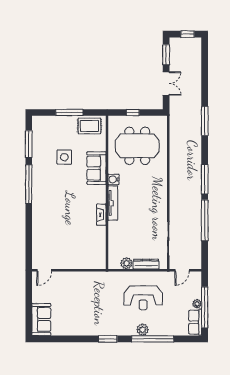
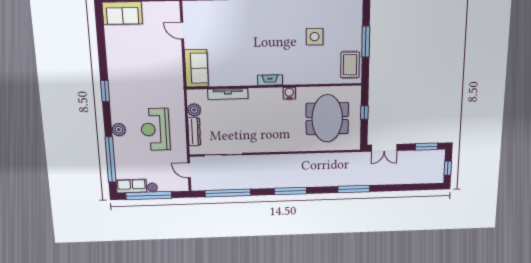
double door: (166, 84) -> (384, 148), moved
sofa: (96, 168) -> (196, 68), moved, turned 90
tv unit: (113, 203) -> (228, 94), moved
fireplace: (101, 215) -> (270, 80), moved
window: (205, 220) -> (228, 193), moved
door: (44, 270) -> (182, 31), moved
window: (153, 339) -> (111, 160), moved

